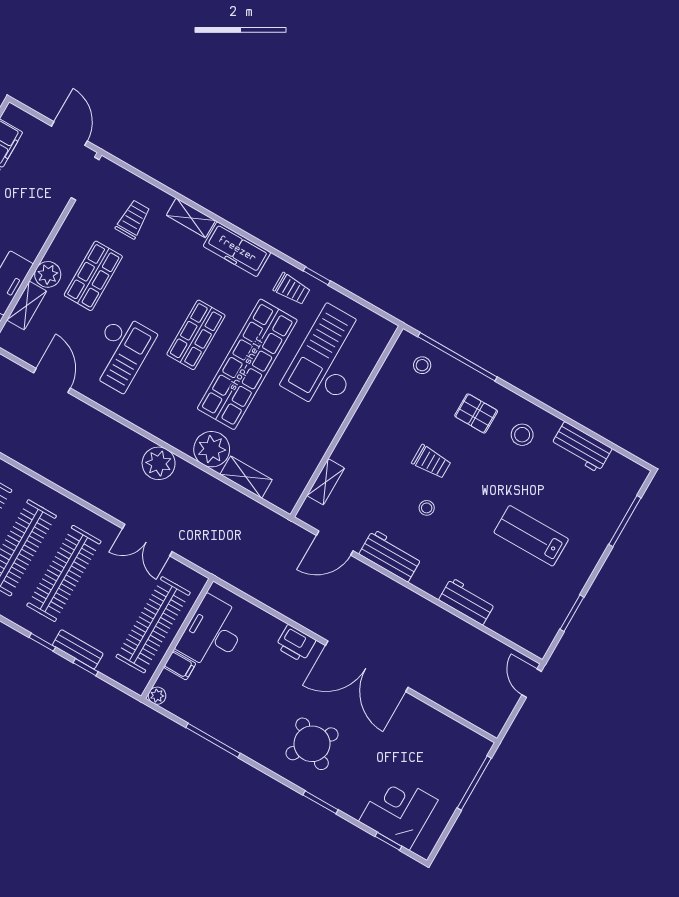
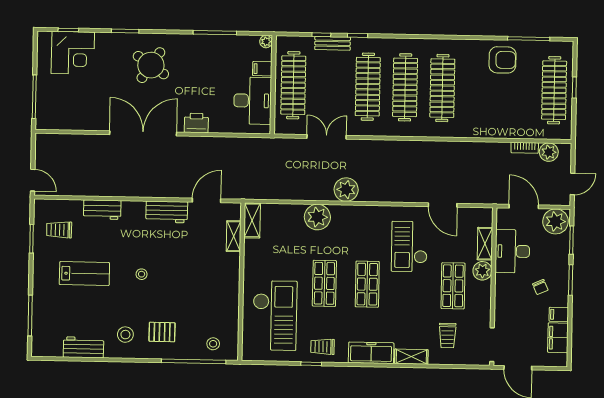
shop shelf: (247, 364) -> (324, 283), width x0.50, depth x0.74
trolley: (431, 462) -> (59, 230), moved
shelving: (246, 477) -> (252, 220), moved, turned 90
stool: (427, 508) -> (142, 274), moved

